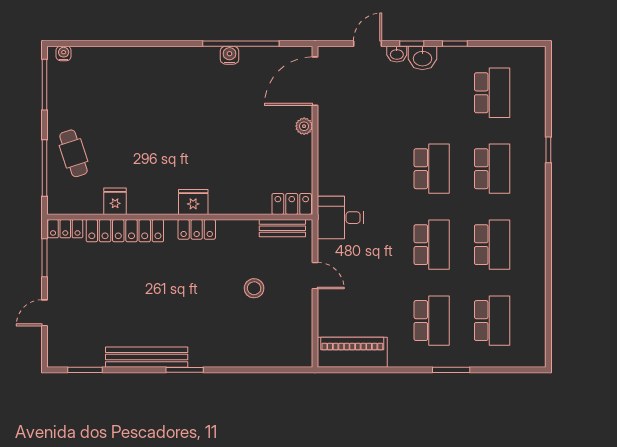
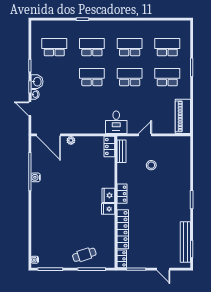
fridge: (115, 201) -> (108, 209), moved
bench: (147, 357) -> (185, 242), moved

